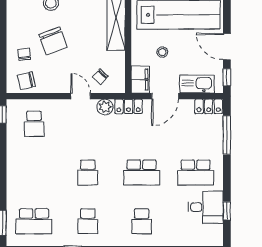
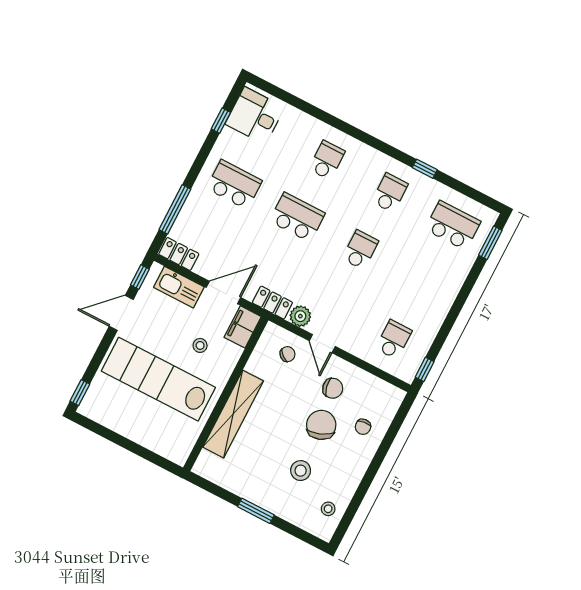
door: (227, 47) -> (121, 313), swing flipped
chair: (26, 81) -> (333, 388), moved
desk: (206, 207) -> (255, 116), moved

